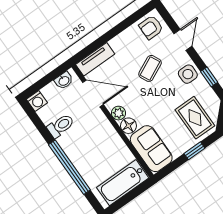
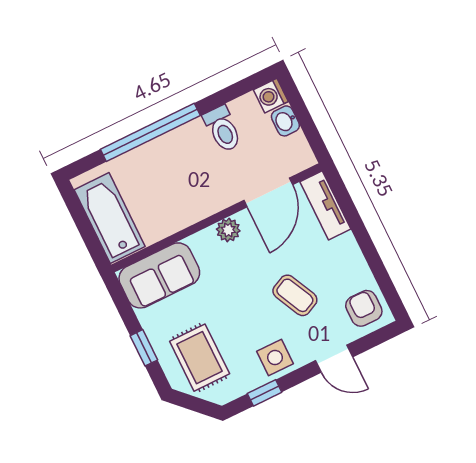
washbasin: (64, 81) -> (285, 121), moved
rug: (195, 118) -> (200, 358), turned 90
floor lamp: (128, 126) -> (204, 243), removed

